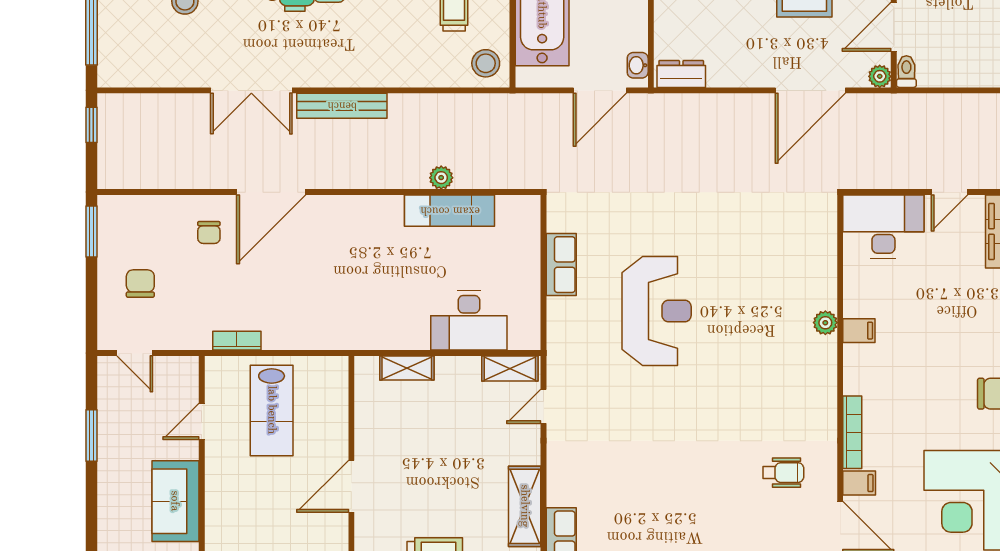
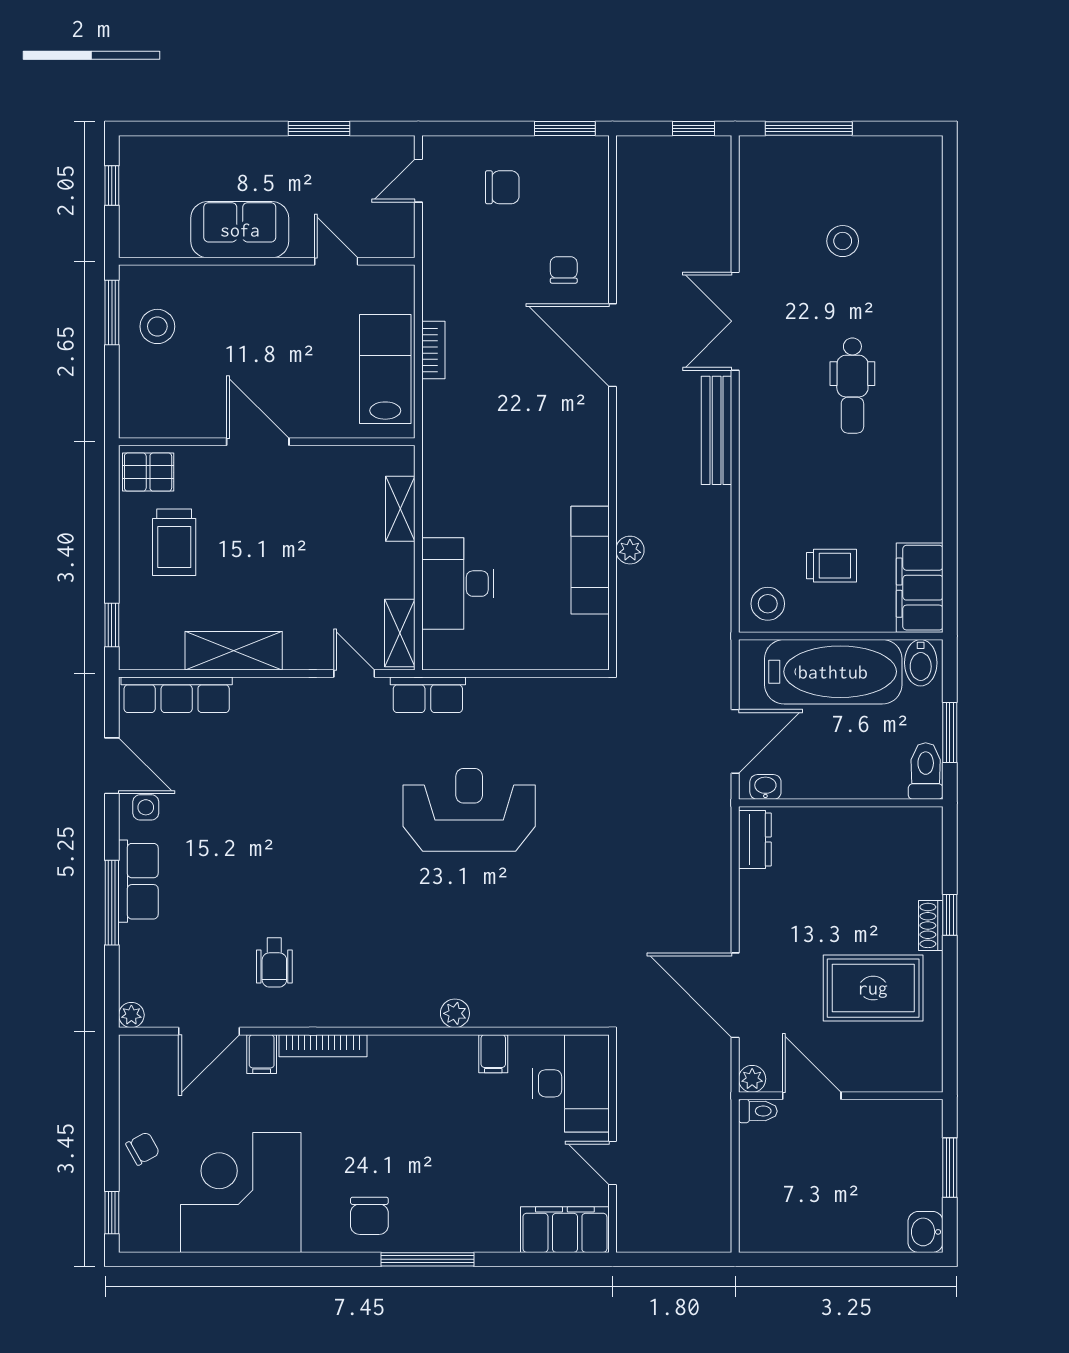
door: (600, 90) -> (735, 741), swing flipped
chair: (209, 233) -> (564, 270), turned 90
row of seats: (561, 265) -> (428, 695), moved
reception desk: (657, 311) -> (469, 810), turned 180
filing cabinet: (859, 331) -> (493, 1054), moved
bookcase: (237, 341) -> (433, 350), moved
lab bench: (272, 410) -> (385, 369), moved, turned 90

